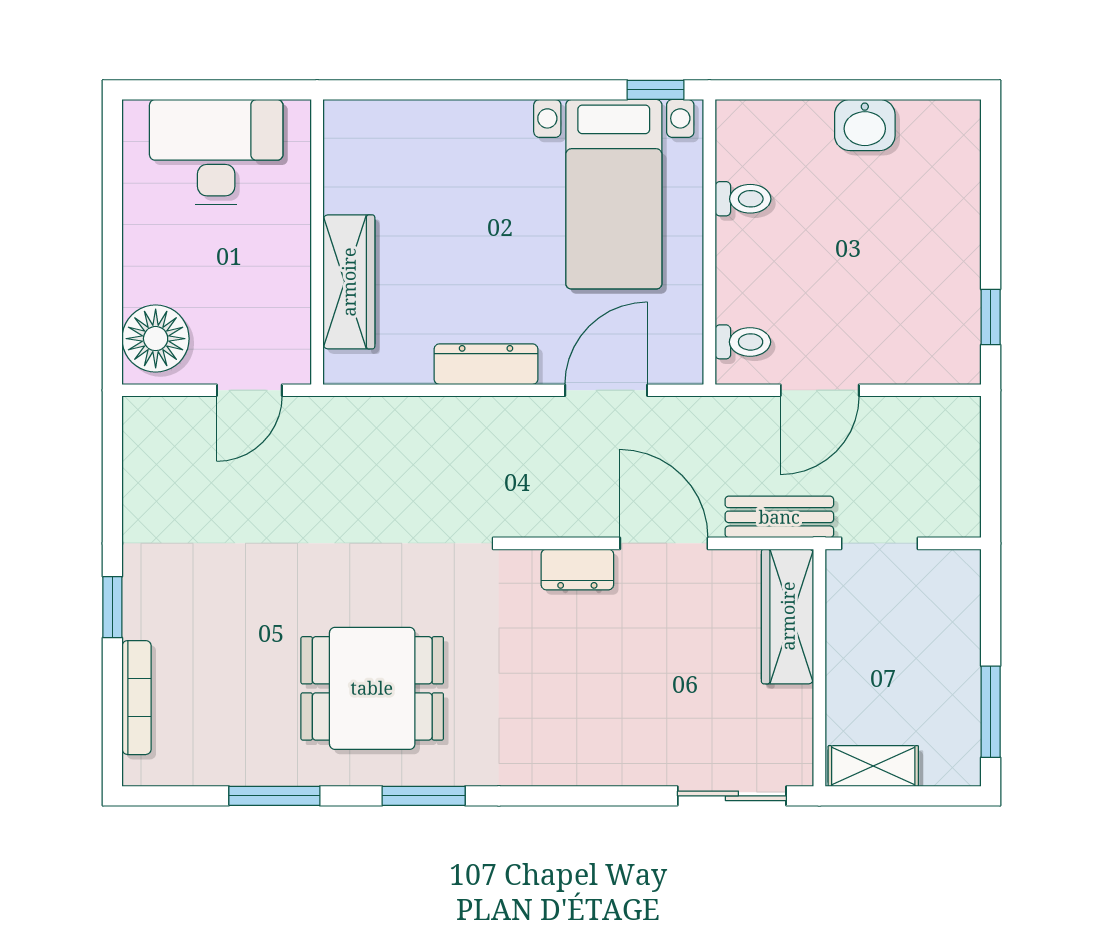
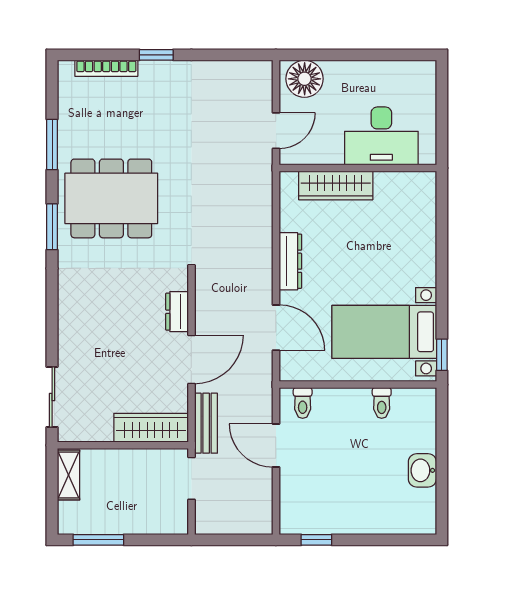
desk: (216, 152) -> (381, 136), moved, turned 90
door: (249, 390) -> (276, 131), swing flipped
dining table: (372, 688) -> (111, 198), width x1.38

